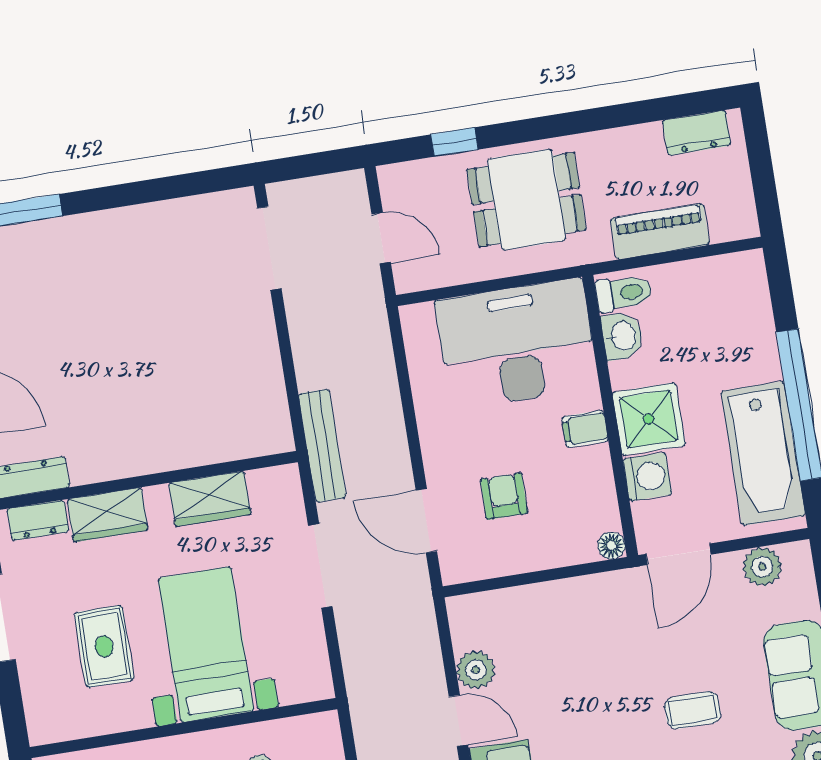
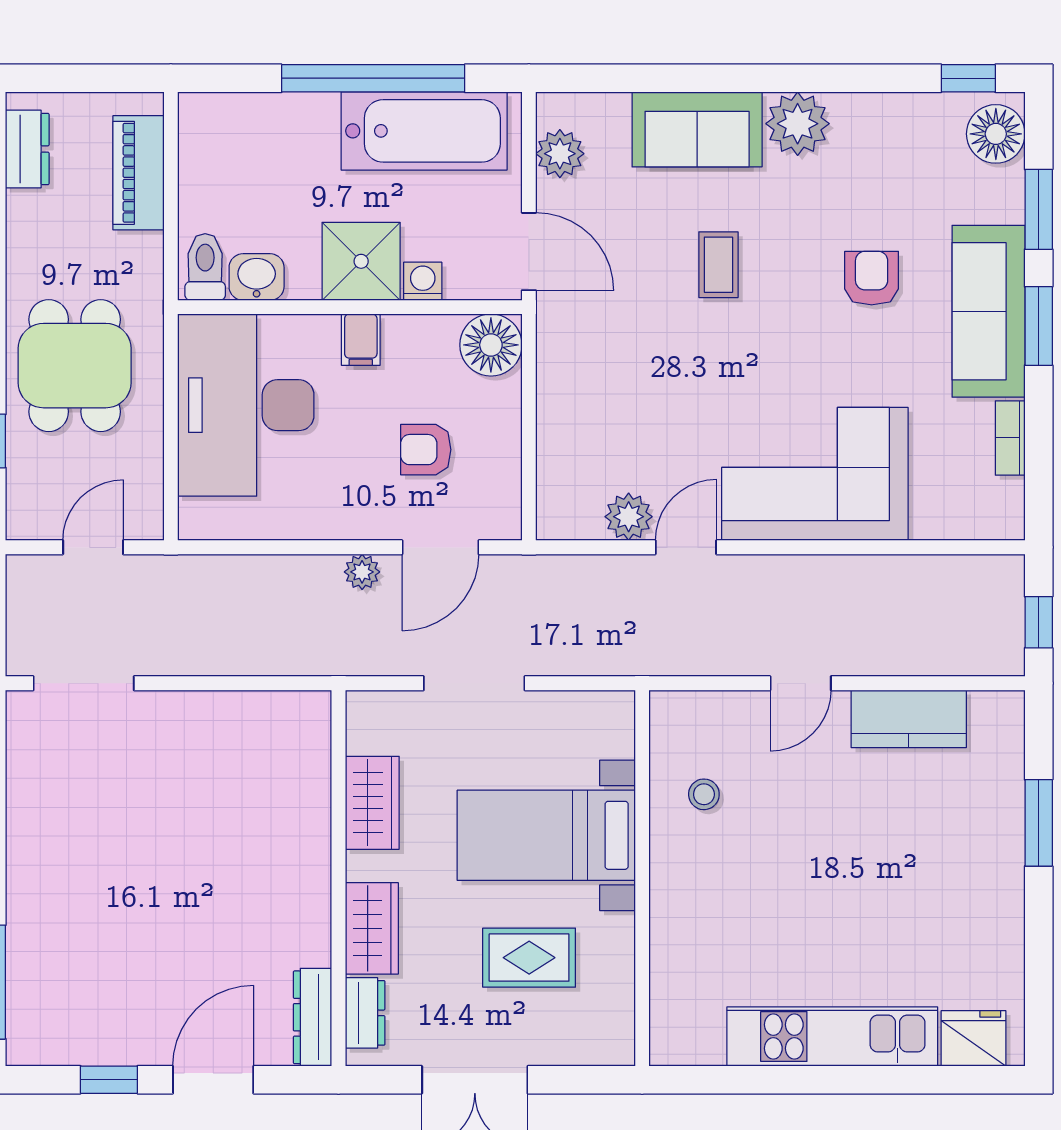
piano: (660, 231) -> (138, 173), moved
bench: (322, 446) -> (330, 658), removed
plant: (396, 460) -> (362, 572), added
washing machine: (647, 477) -> (423, 281), width x0.73, depth x0.73
floor lamp: (611, 546) -> (491, 345), width x1.89, depth x1.89

